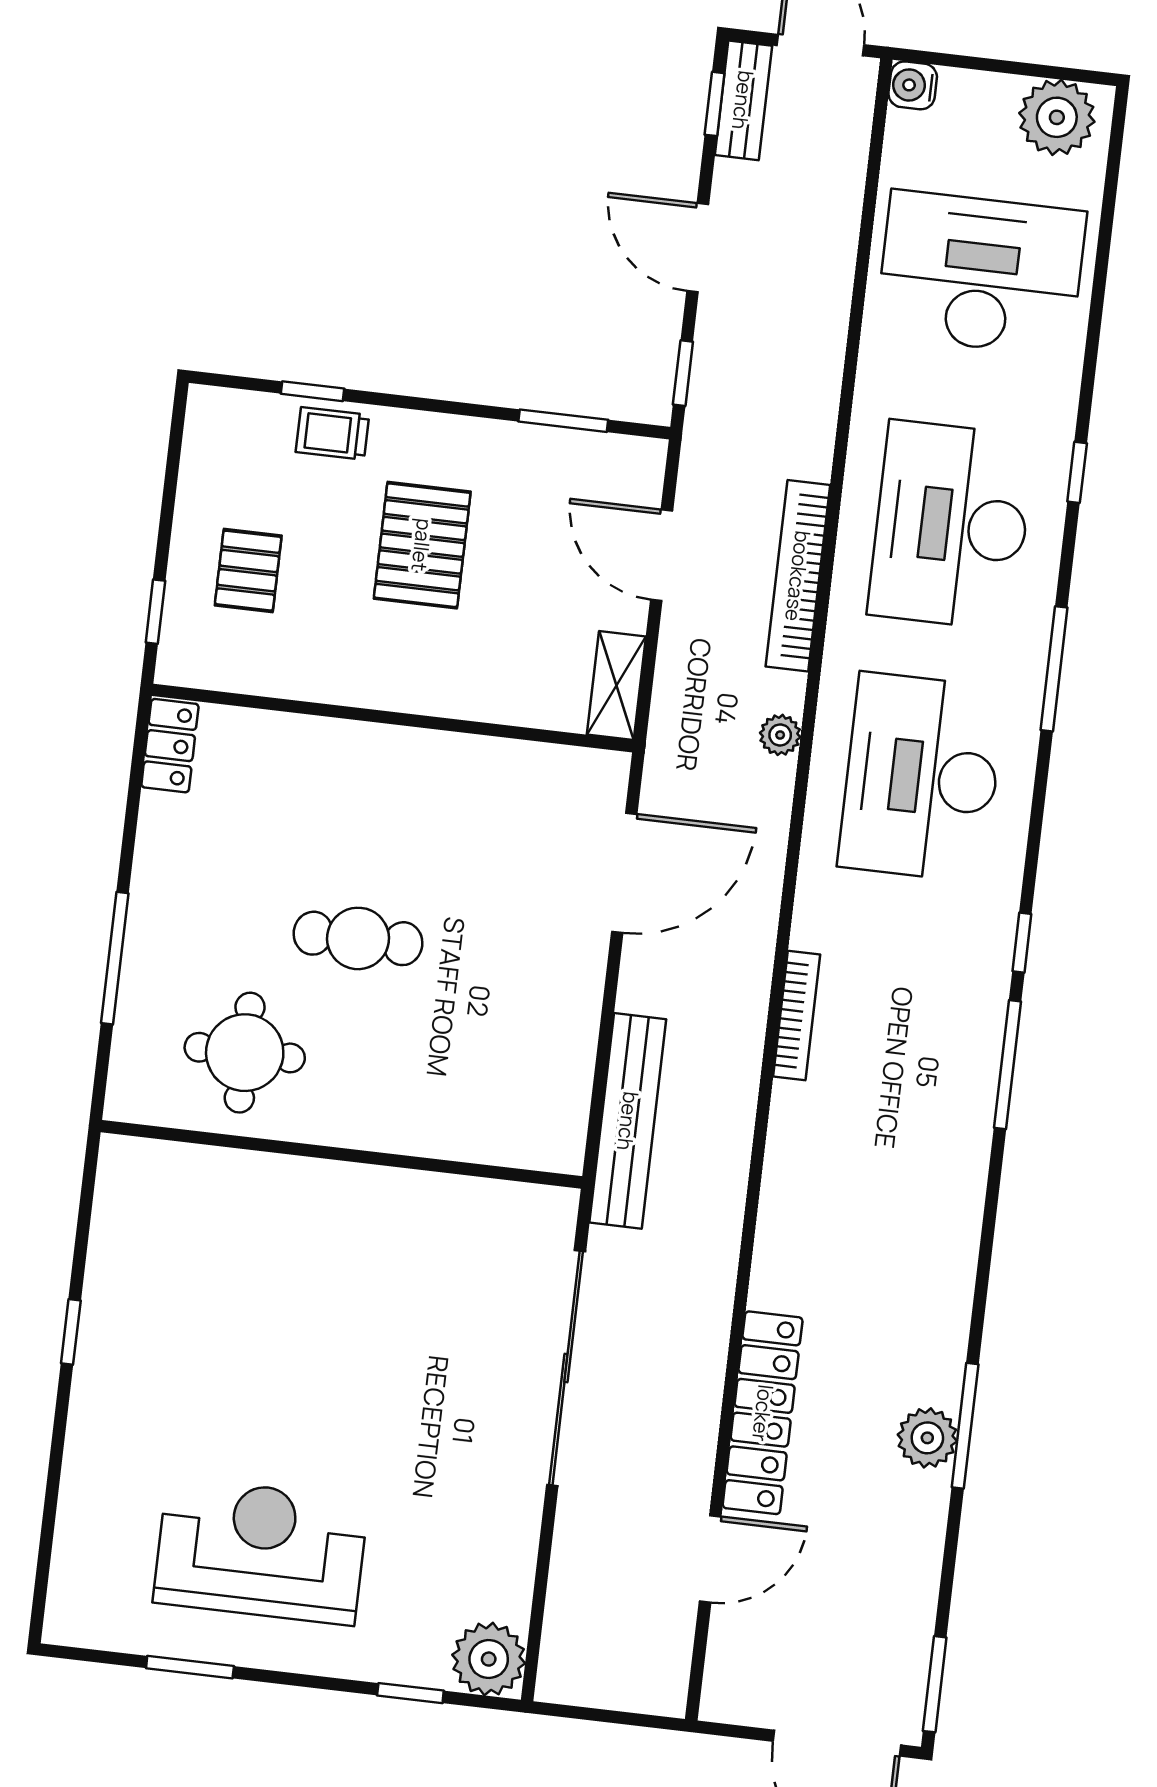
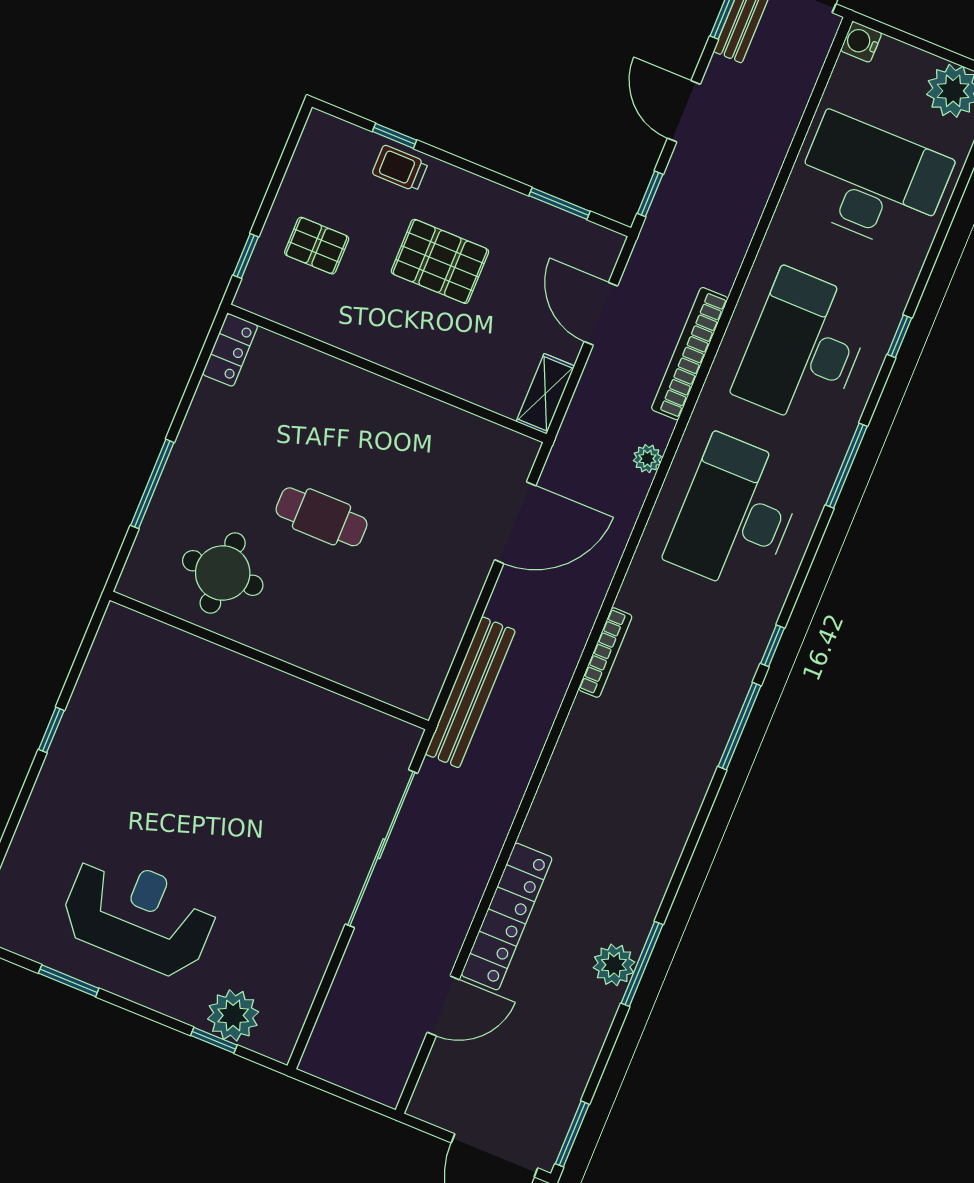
pallet: (422, 545) -> (440, 261), turned 90
pallet: (248, 571) -> (317, 246), turned 90
plant: (489, 1659) -> (233, 1015), moved

